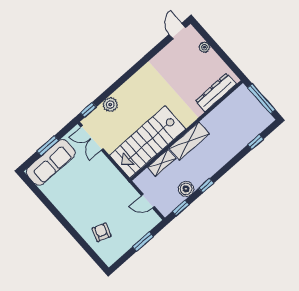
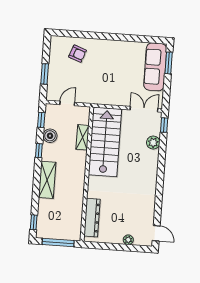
shelving: (189, 141) -> (47, 180), moved
window: (256, 142) -> (34, 222), moved
window: (48, 146) -> (169, 63), moved

